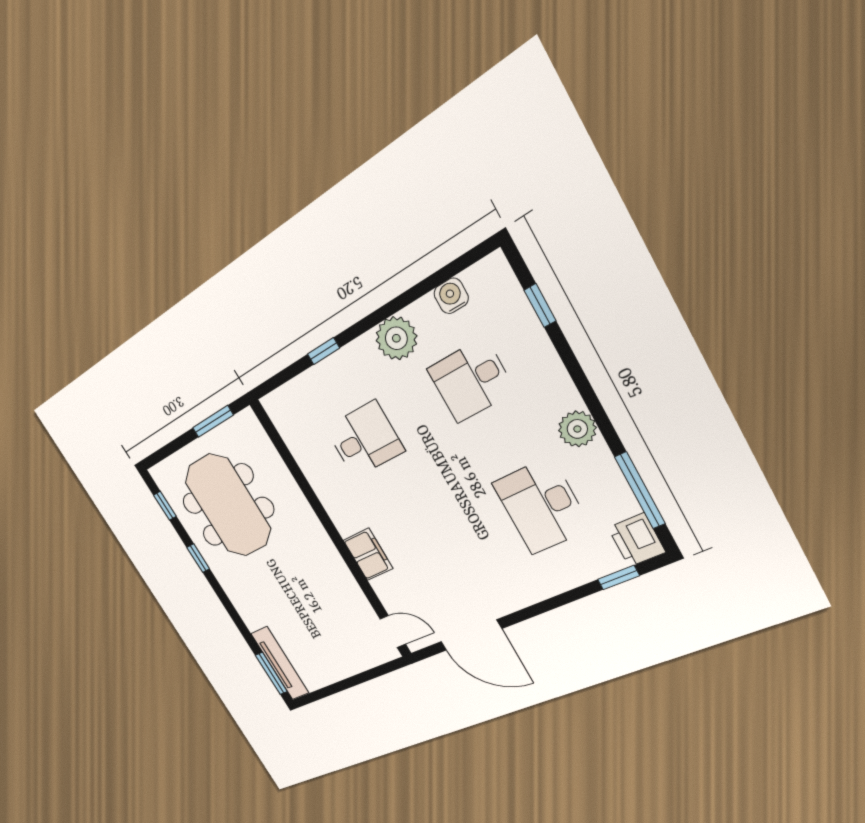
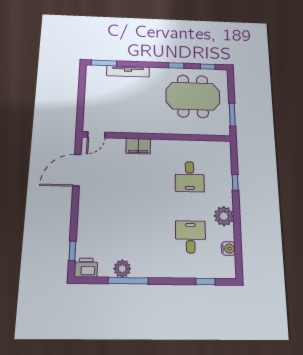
plant: (577, 429) -> (122, 269), moved
window: (640, 490) -> (128, 281), moved
desk: (542, 506) -> (122, 236), removed
tv unit: (280, 663) -> (128, 71), moved

